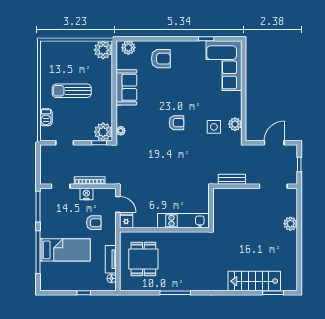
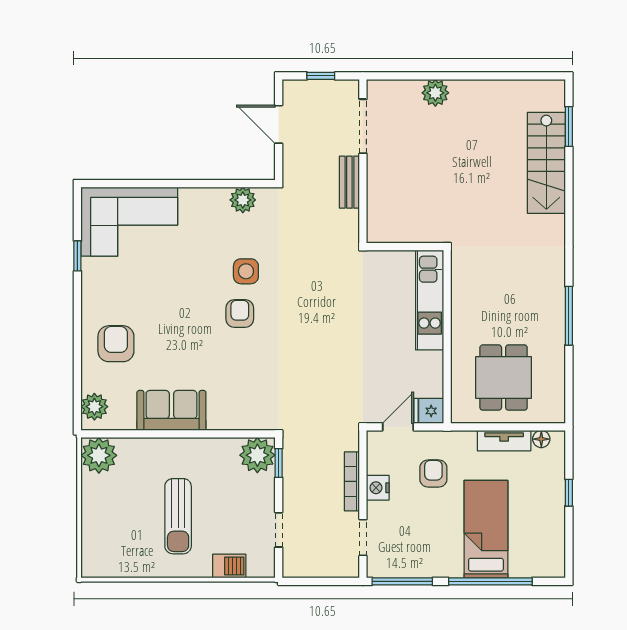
side table: (214, 127) -> (246, 271), moved
plant: (121, 131) -> (255, 421), removed
bench: (232, 179) -> (349, 182), moved
dining table: (143, 259) -> (504, 378), turned 90

